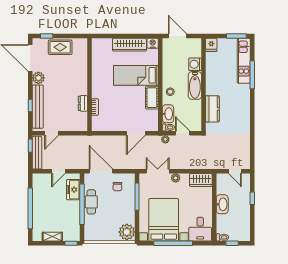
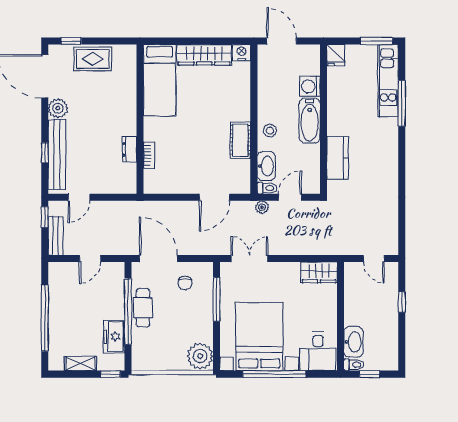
bed: (136, 75) -> (160, 80), moved, turned -90
door: (183, 133) -> (290, 197), hinge flipped
bench: (37, 153) -> (56, 236), width x0.73
plant: (176, 178) -> (279, 269), removed
freezer: (73, 190) -> (114, 337), moved
washbasin: (222, 204) -> (353, 342), moved

